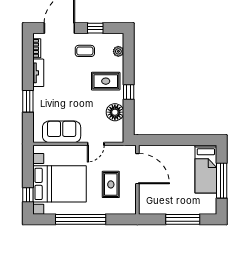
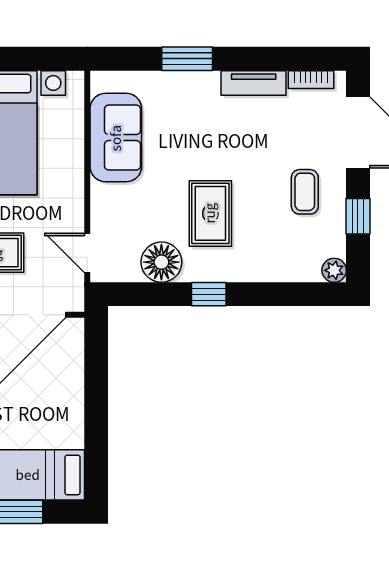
plant: (118, 51) -> (334, 270), moved
rug: (106, 81) -> (210, 213), moved
door: (96, 144) -> (87, 253), moved

